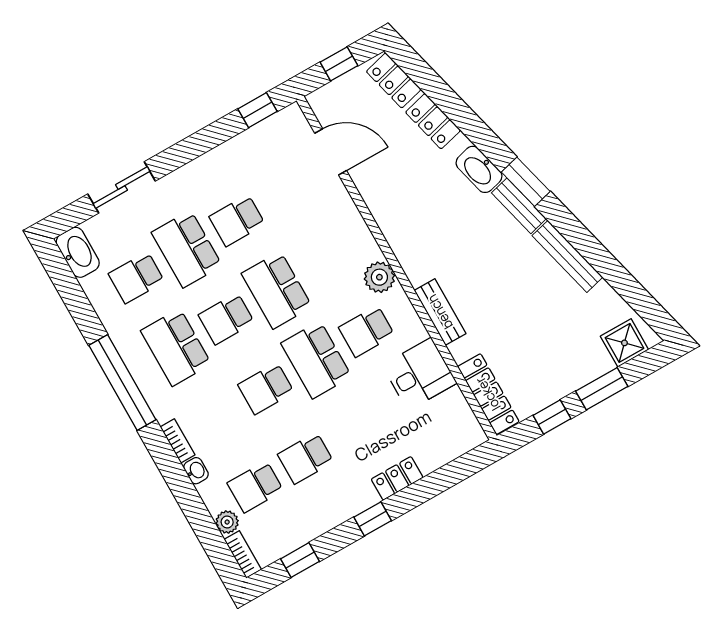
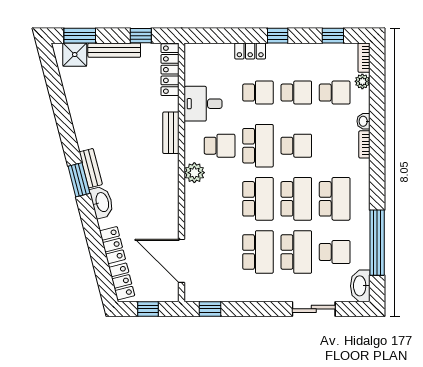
door: (331, 152) -> (182, 261), width x1.36
school desk: (237, 220) -> (258, 252), width x1.85
bench: (567, 256) -> (114, 50), moved, turned -76
school desk: (226, 319) -> (296, 199), width x1.85
window: (122, 383) -> (377, 243), moved
window: (602, 389) -> (80, 36), moved
school desk: (356, 430) -> (258, 93), added

